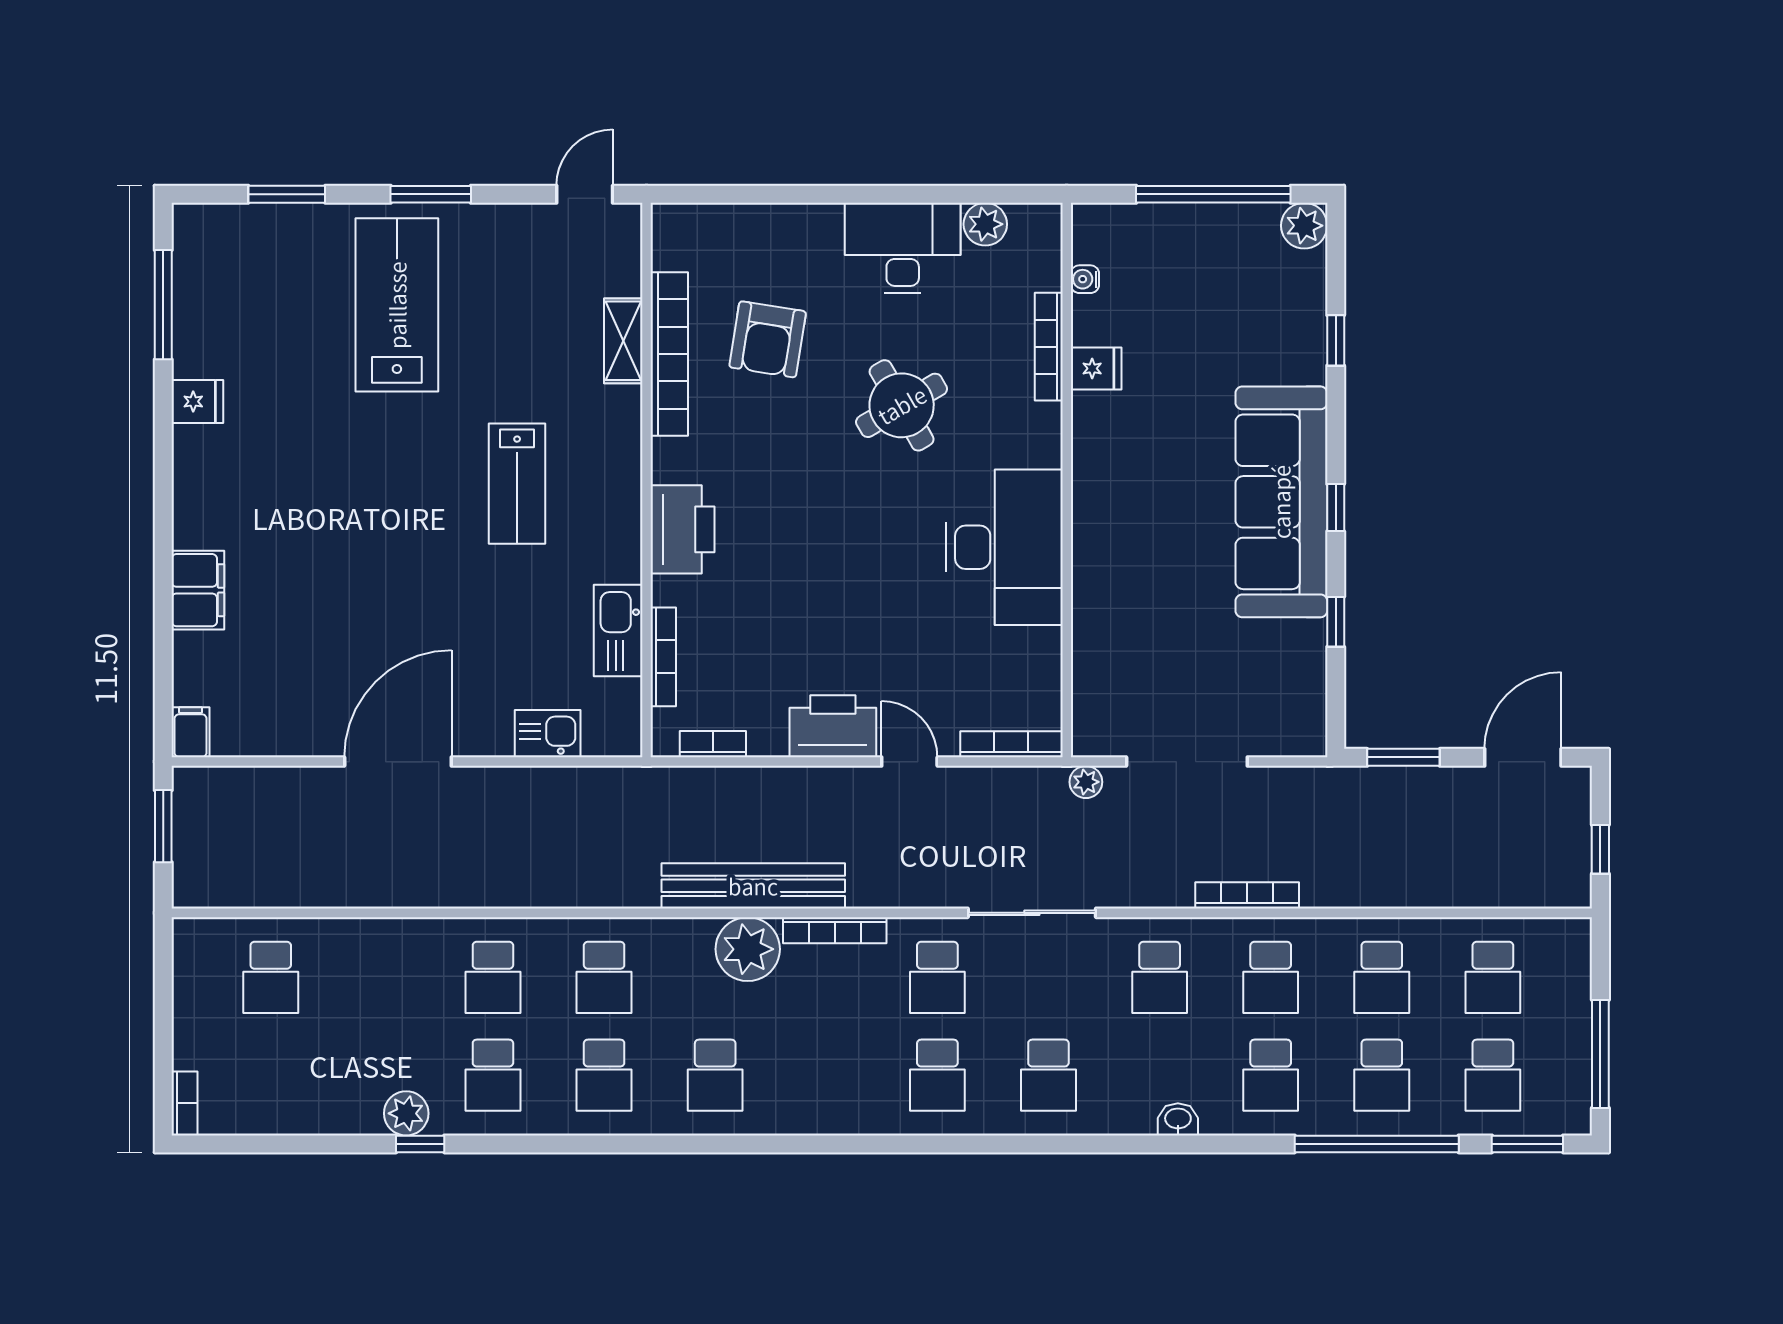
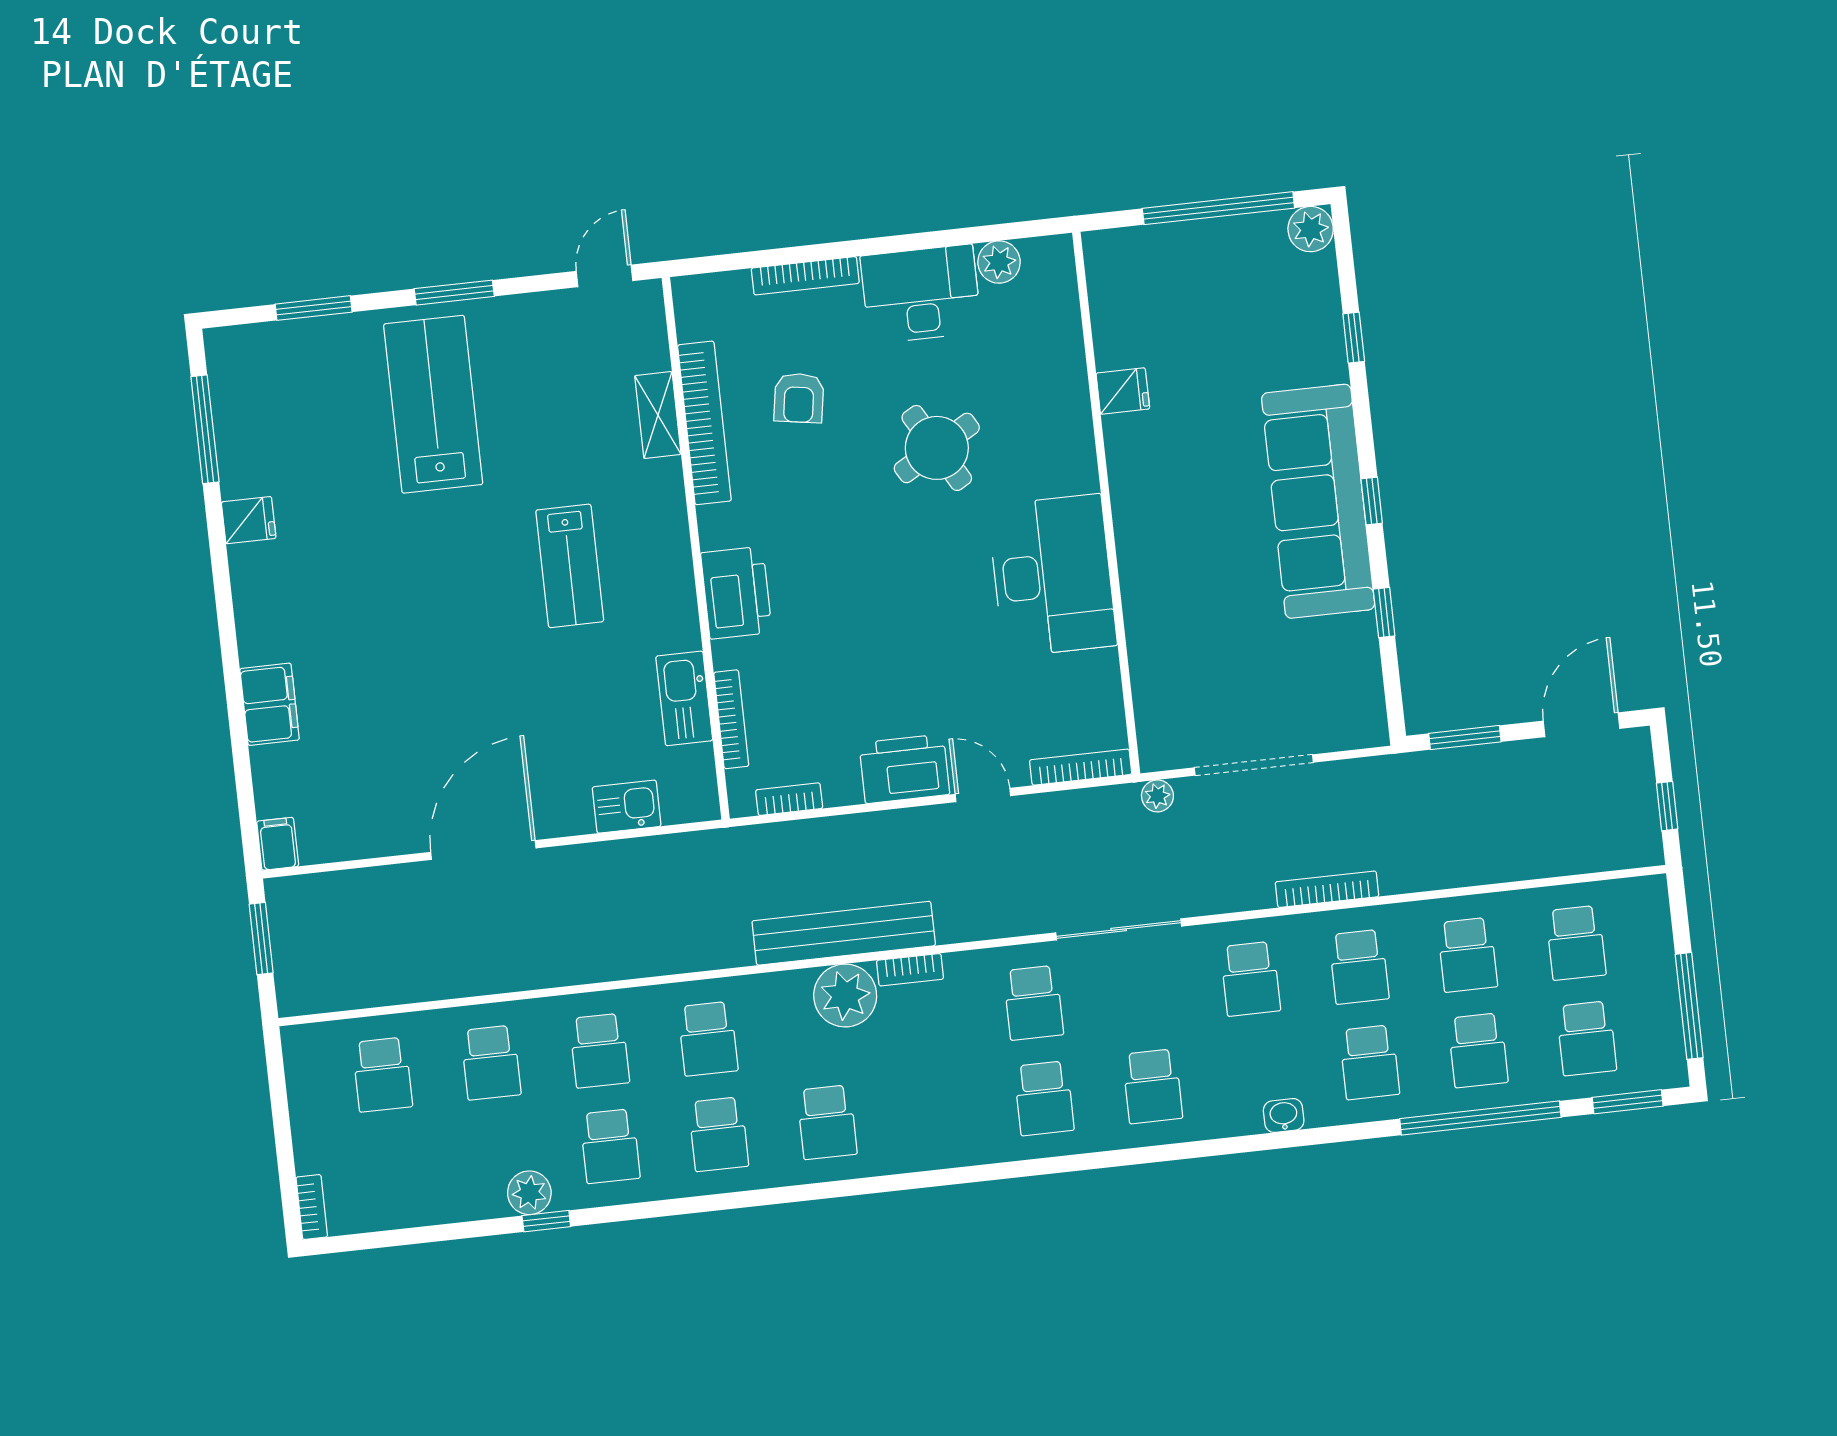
water cooler: (1085, 279) -> (1102, 305), removed
armchair: (768, 339) -> (799, 398), width x0.72, depth x0.72
bookcase: (1049, 347) -> (805, 276), moved, turned -90
bookcase: (835, 930) -> (910, 970), width x0.64
school desk: (382, 977) -> (491, 1063), added

